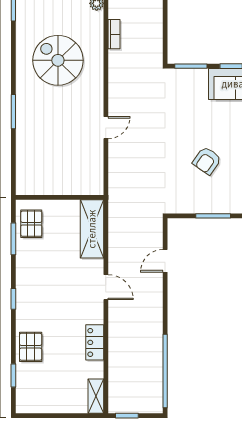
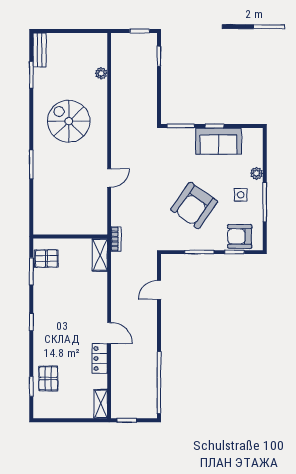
bookcase: (114, 34) -> (116, 239), moved
armchair: (207, 161) -> (194, 206), width x1.88, depth x1.88
pallet: (31, 224) -> (46, 259), turned 90
shelving: (92, 229) -> (100, 255), width x0.67, depth x0.75
door: (106, 287) -> (109, 333), moved
pallet: (31, 347) -> (48, 378), moved

